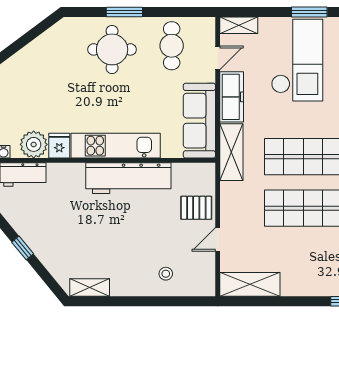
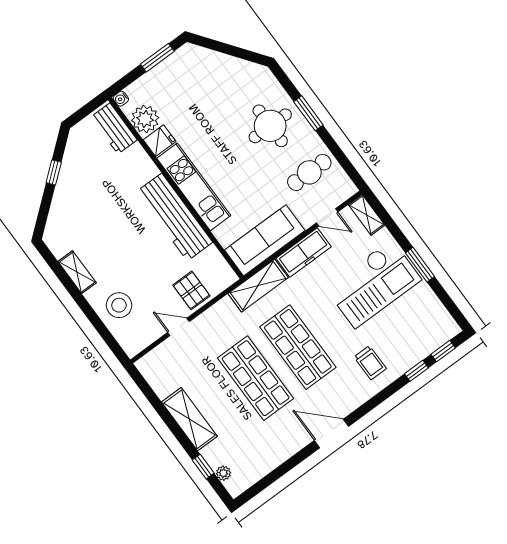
stool: (166, 274) -> (119, 305), width x1.89, depth x1.89
shelving: (250, 284) -> (189, 419), moved
shelving: (90, 288) -> (77, 272), moved

